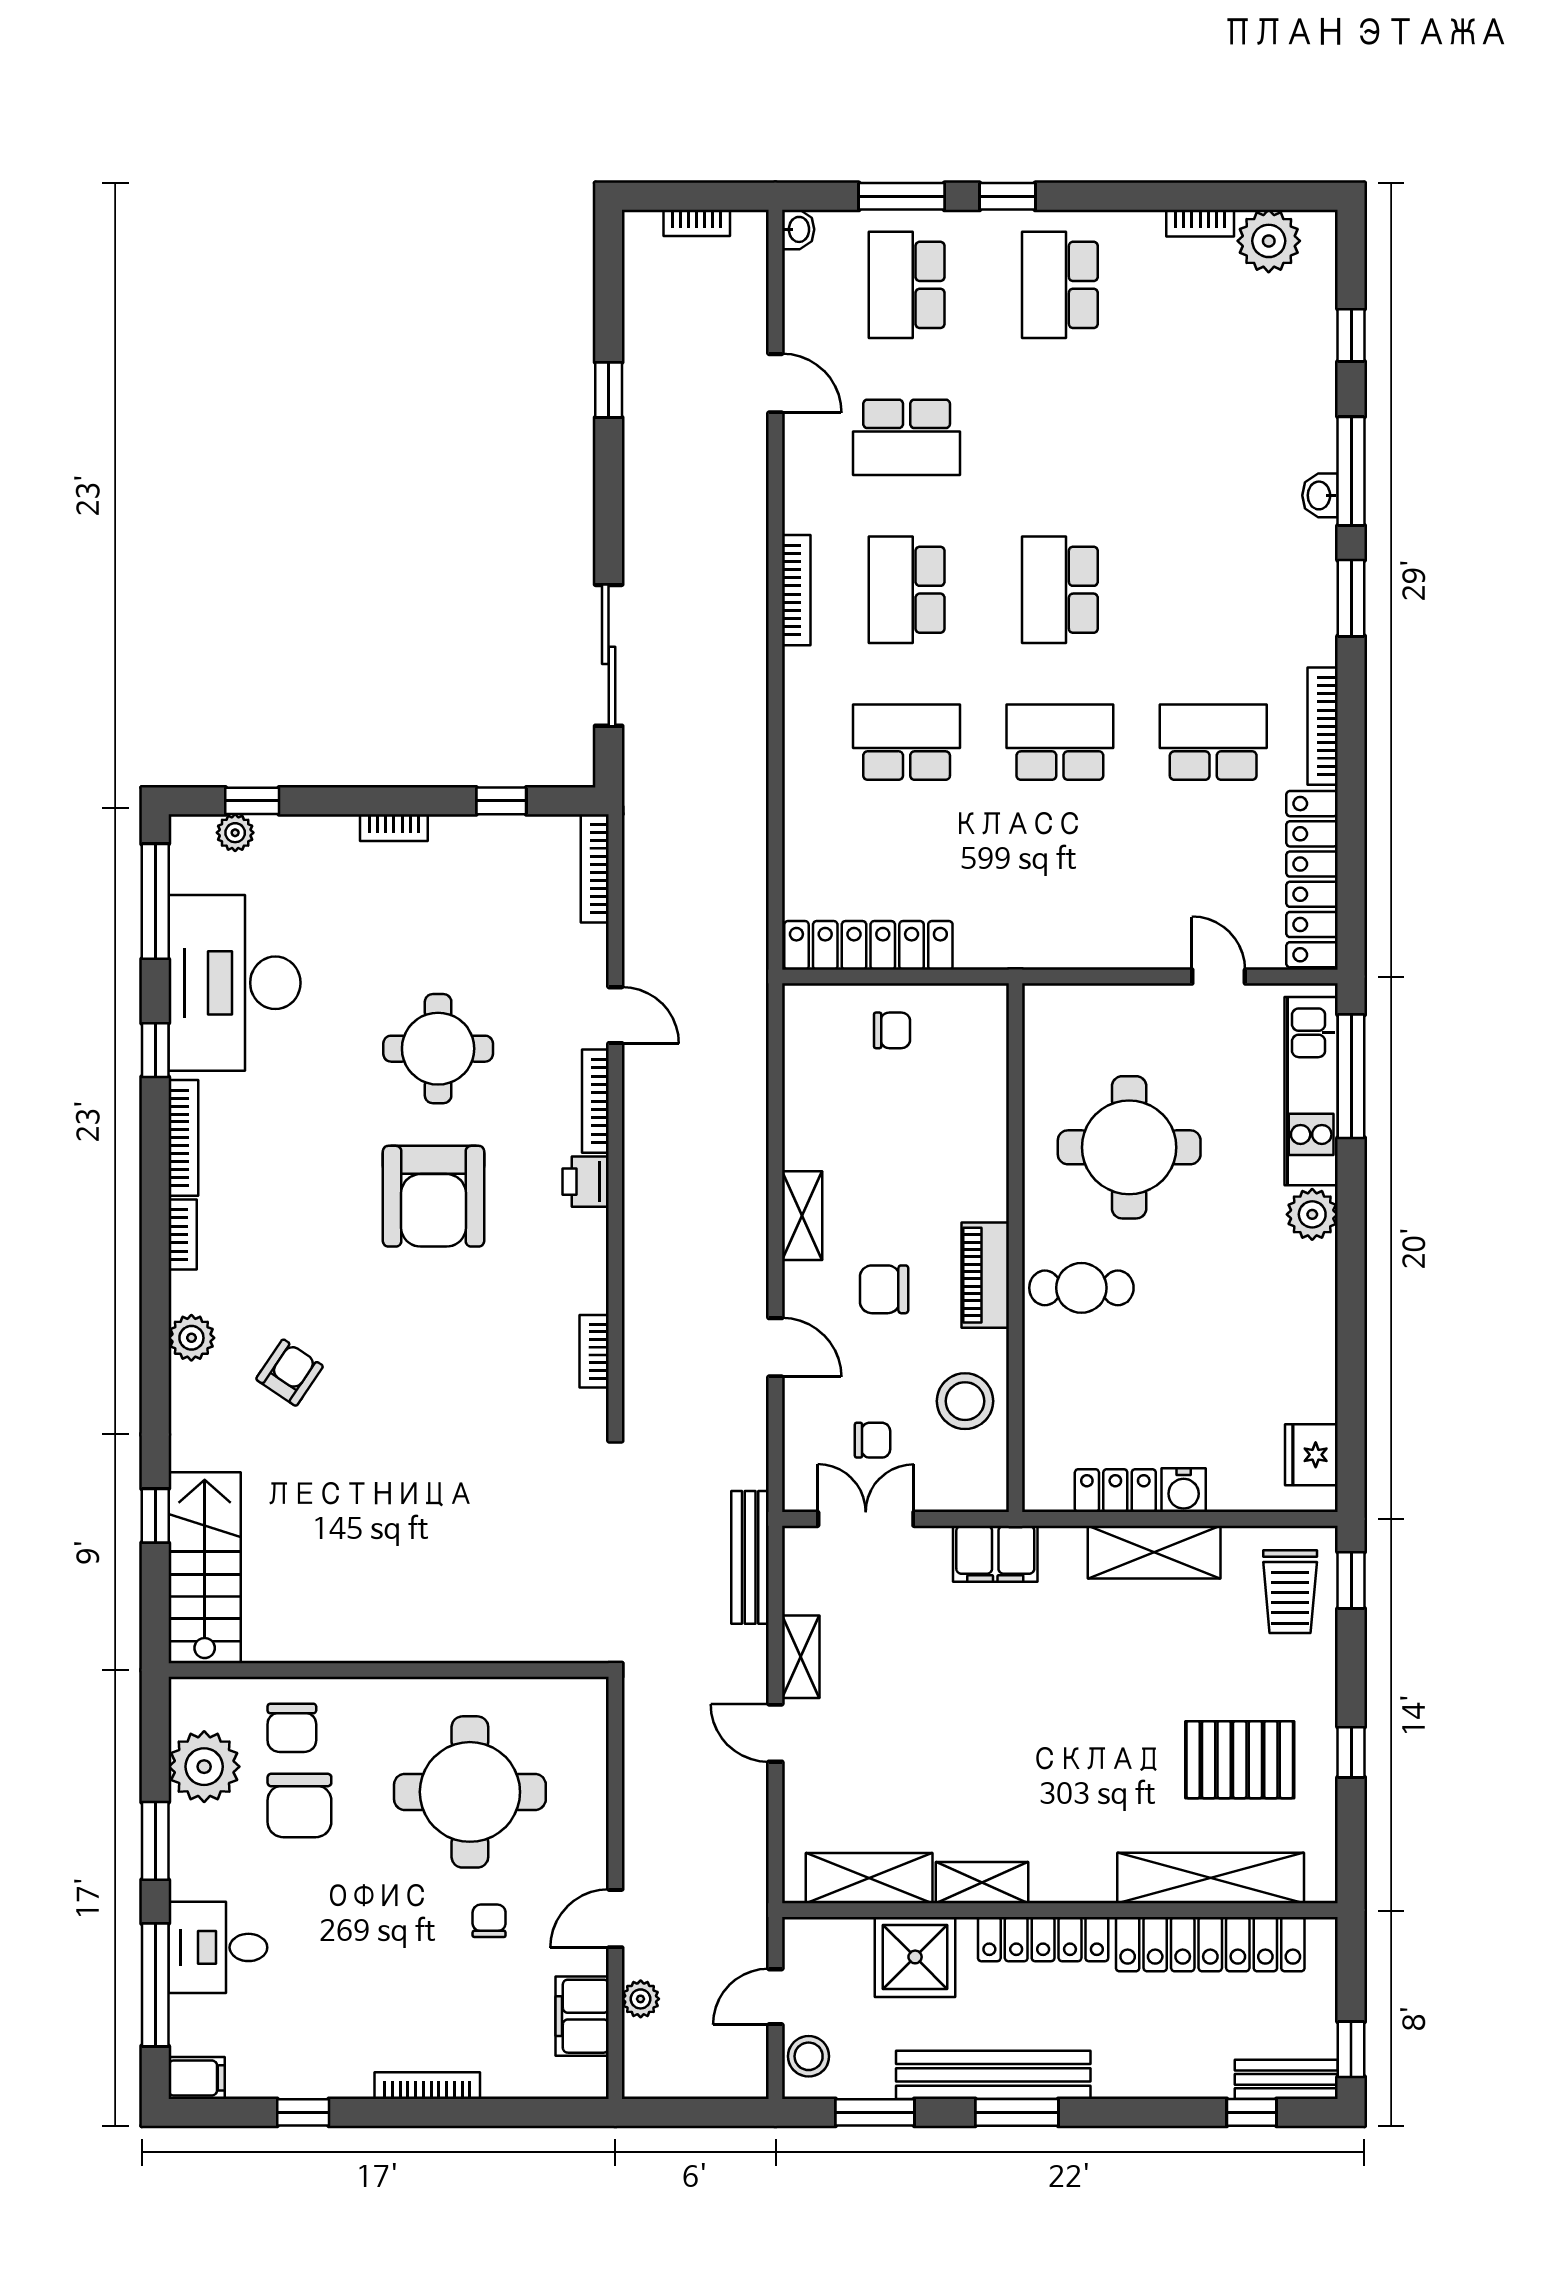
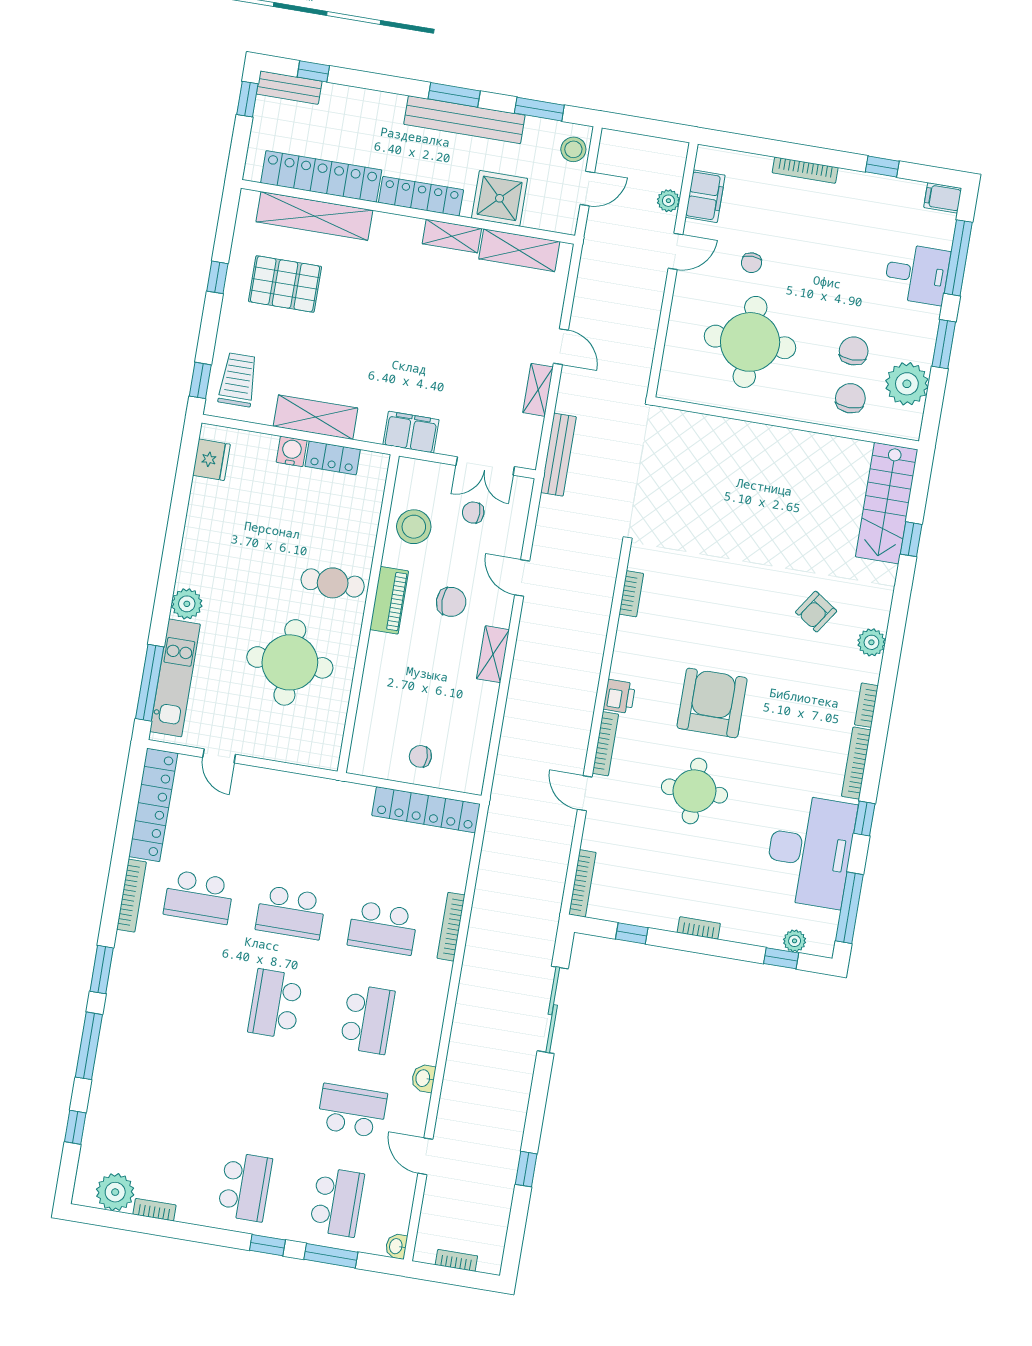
washbasin: (1320, 495) -> (423, 1078), moved, turned 180
bookcase: (796, 590) -> (451, 927), moved
school desk: (1060, 590) -> (275, 1004), turned 180
chair: (299, 1805) -> (854, 351), width x0.73, depth x0.73

